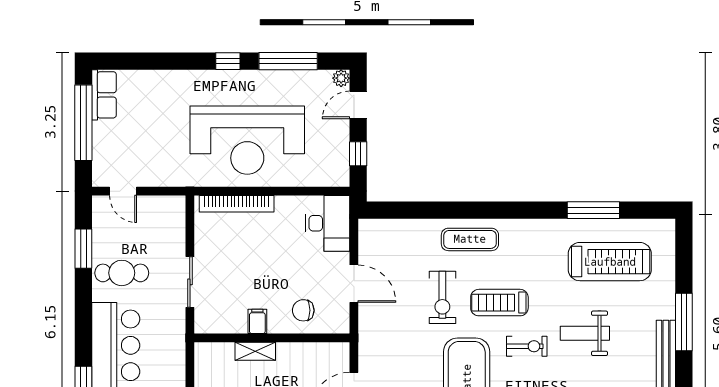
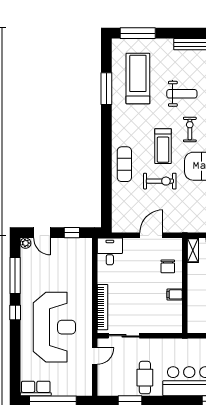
reception desk: (247, 140) -> (54, 327), moved
door: (123, 191) -> (95, 356), moved
desk: (328, 223) -> (110, 251), width x0.73
sliding door: (190, 282) -> (124, 336), moved
window: (684, 322) -> (138, 33), moved
weight bench: (585, 333) -> (182, 94), turned -90
shelving: (255, 351) -> (193, 250), moved

